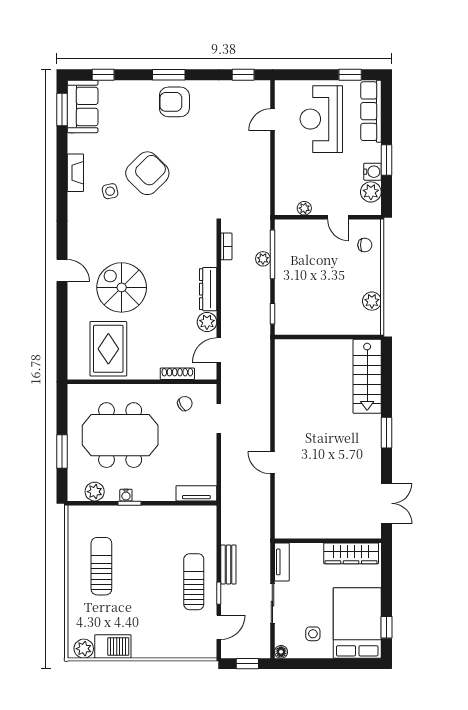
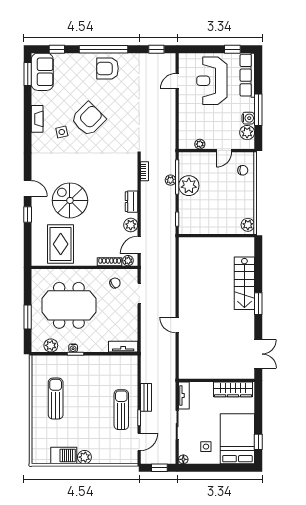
window: (169, 75) -> (104, 49), width x2.11
window: (386, 160) -> (258, 110), width x1.44
door: (338, 217) -> (224, 151), hinge flipped
plant: (289, 267) -> (189, 186), added
dresser: (208, 289) -> (132, 202), width x0.70
plant: (372, 301) -> (248, 225), moved
window: (62, 307) -> (28, 215), added
plant: (203, 372) -> (128, 261), added
stairs: (367, 376) -> (244, 283), moved
plant: (84, 649) -> (84, 457), moved

